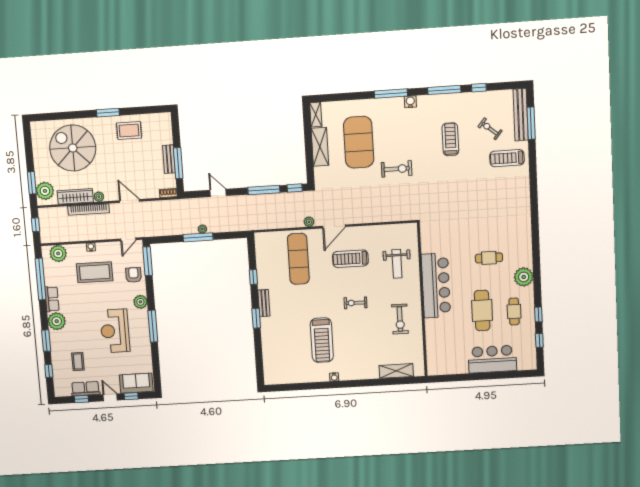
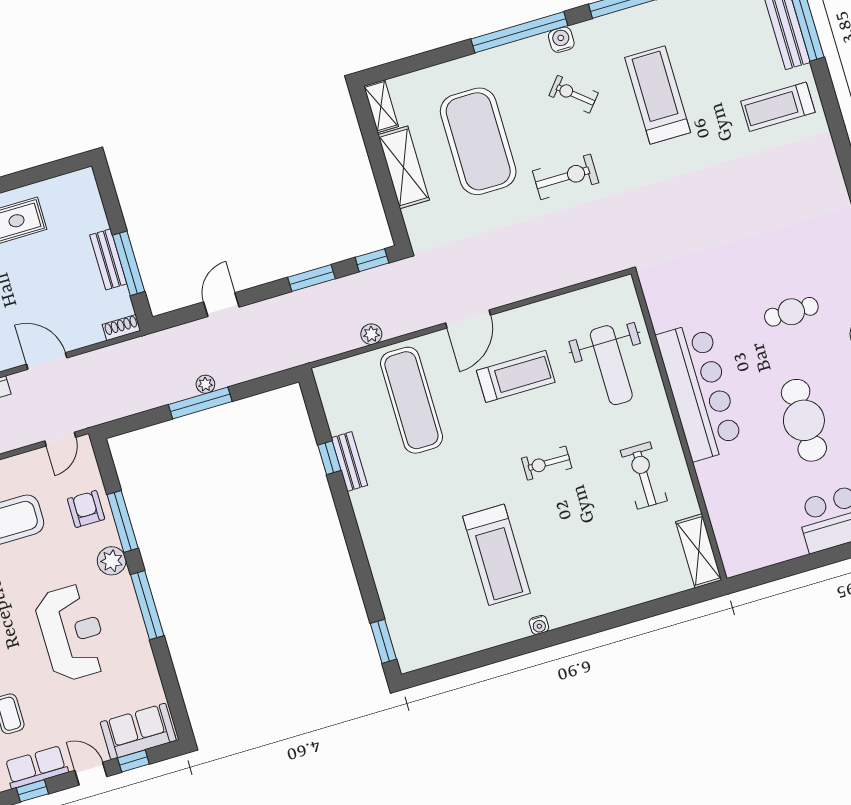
window: (391, 94) -> (519, 32), width x1.46
exercise bike: (490, 129) -> (574, 94), moved
treadmill: (450, 139) -> (658, 95), width x1.37, depth x1.37
window: (264, 190) -> (311, 278), width x0.69
door: (218, 193) -> (221, 305), hinge flipped
plant: (309, 222) -> (371, 334), moved
treadmill: (350, 259) -> (516, 376), turned 180
window: (148, 261) -> (123, 521), moved
weight bench: (397, 264) -> (611, 365), width x1.36, depth x1.33
bench: (264, 303) -> (349, 461), moved
window: (256, 318) -> (383, 641), moved
exercise bike: (400, 319) -> (644, 476), turned 180
reception desk: (115, 331) -> (72, 633), turned 180
shelving: (396, 371) -> (699, 551), moved, turned 90

